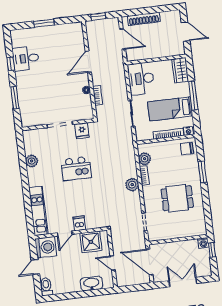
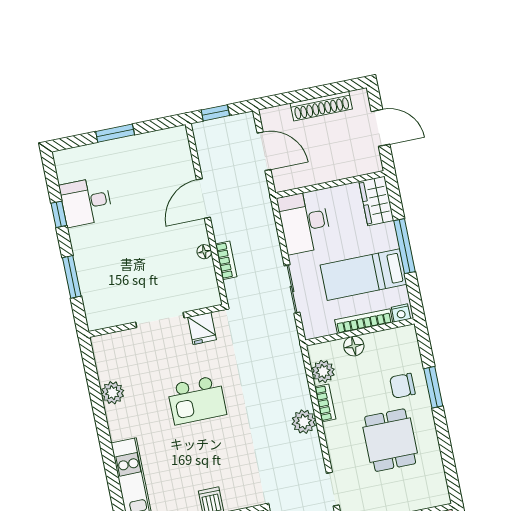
shoe rack: (144, 19) -> (321, 106), moved
floor lamp: (162, 147) -> (354, 346), added
chair: (187, 149) -> (402, 386), moved
dining table: (177, 198) -> (390, 440), turned 90

